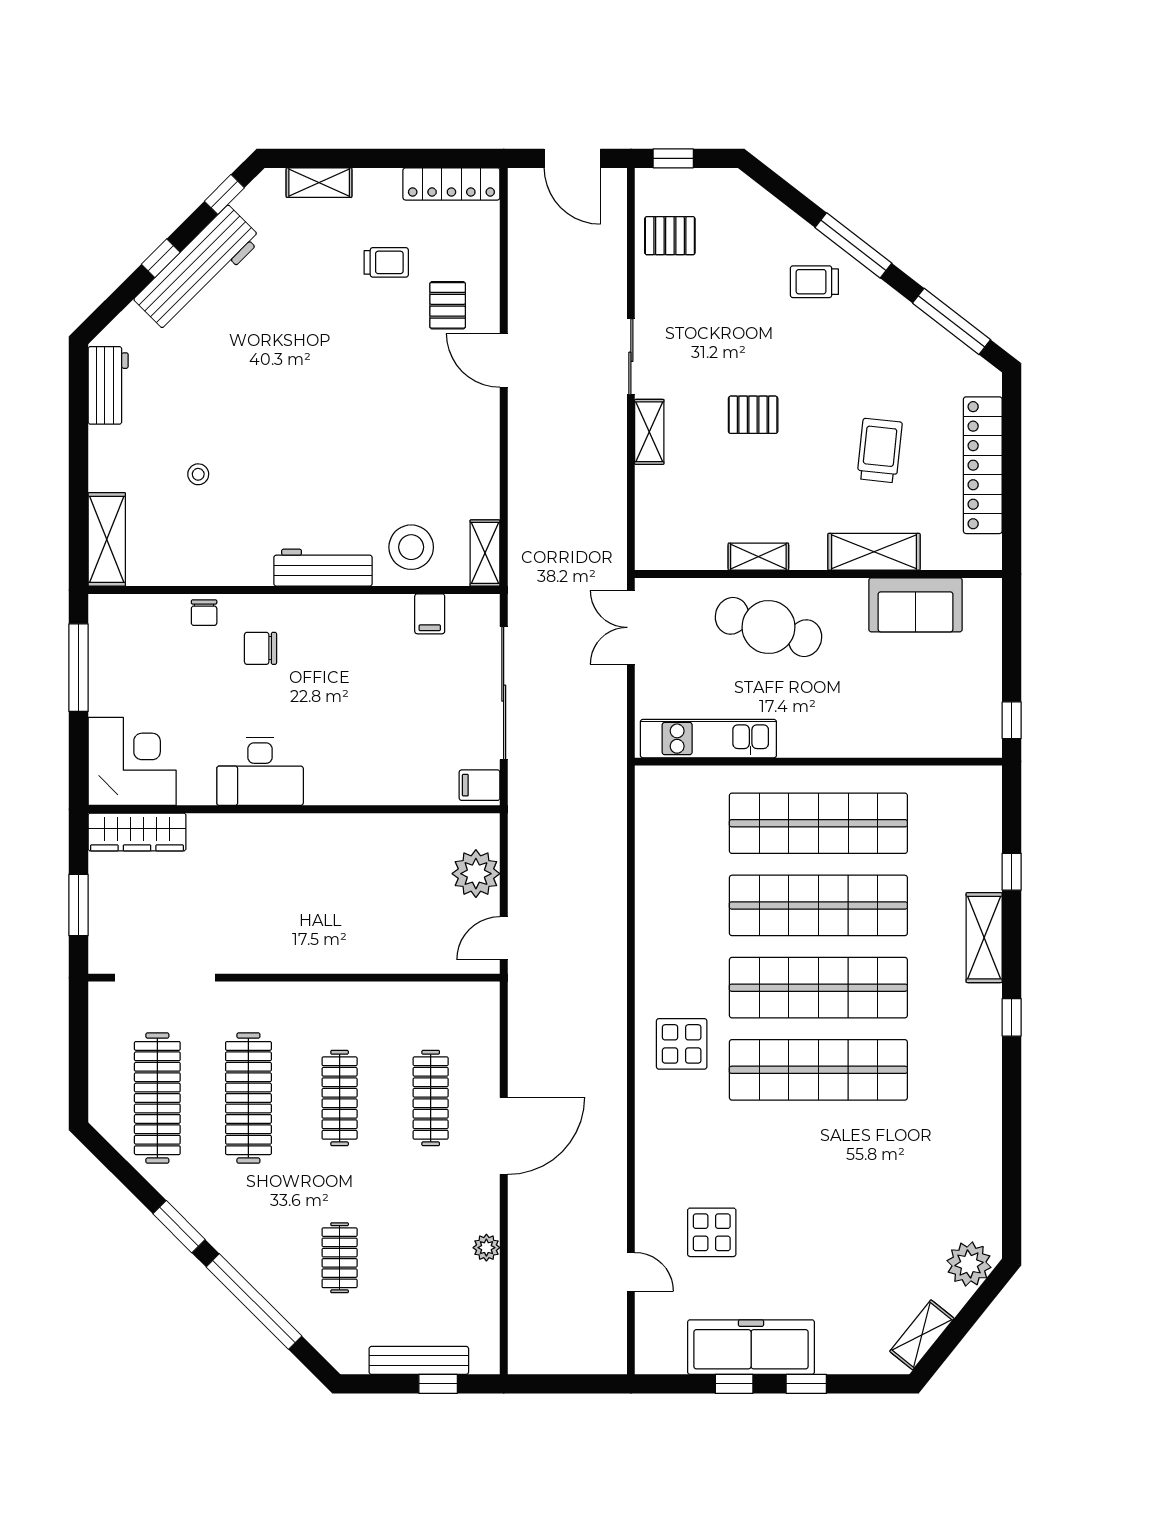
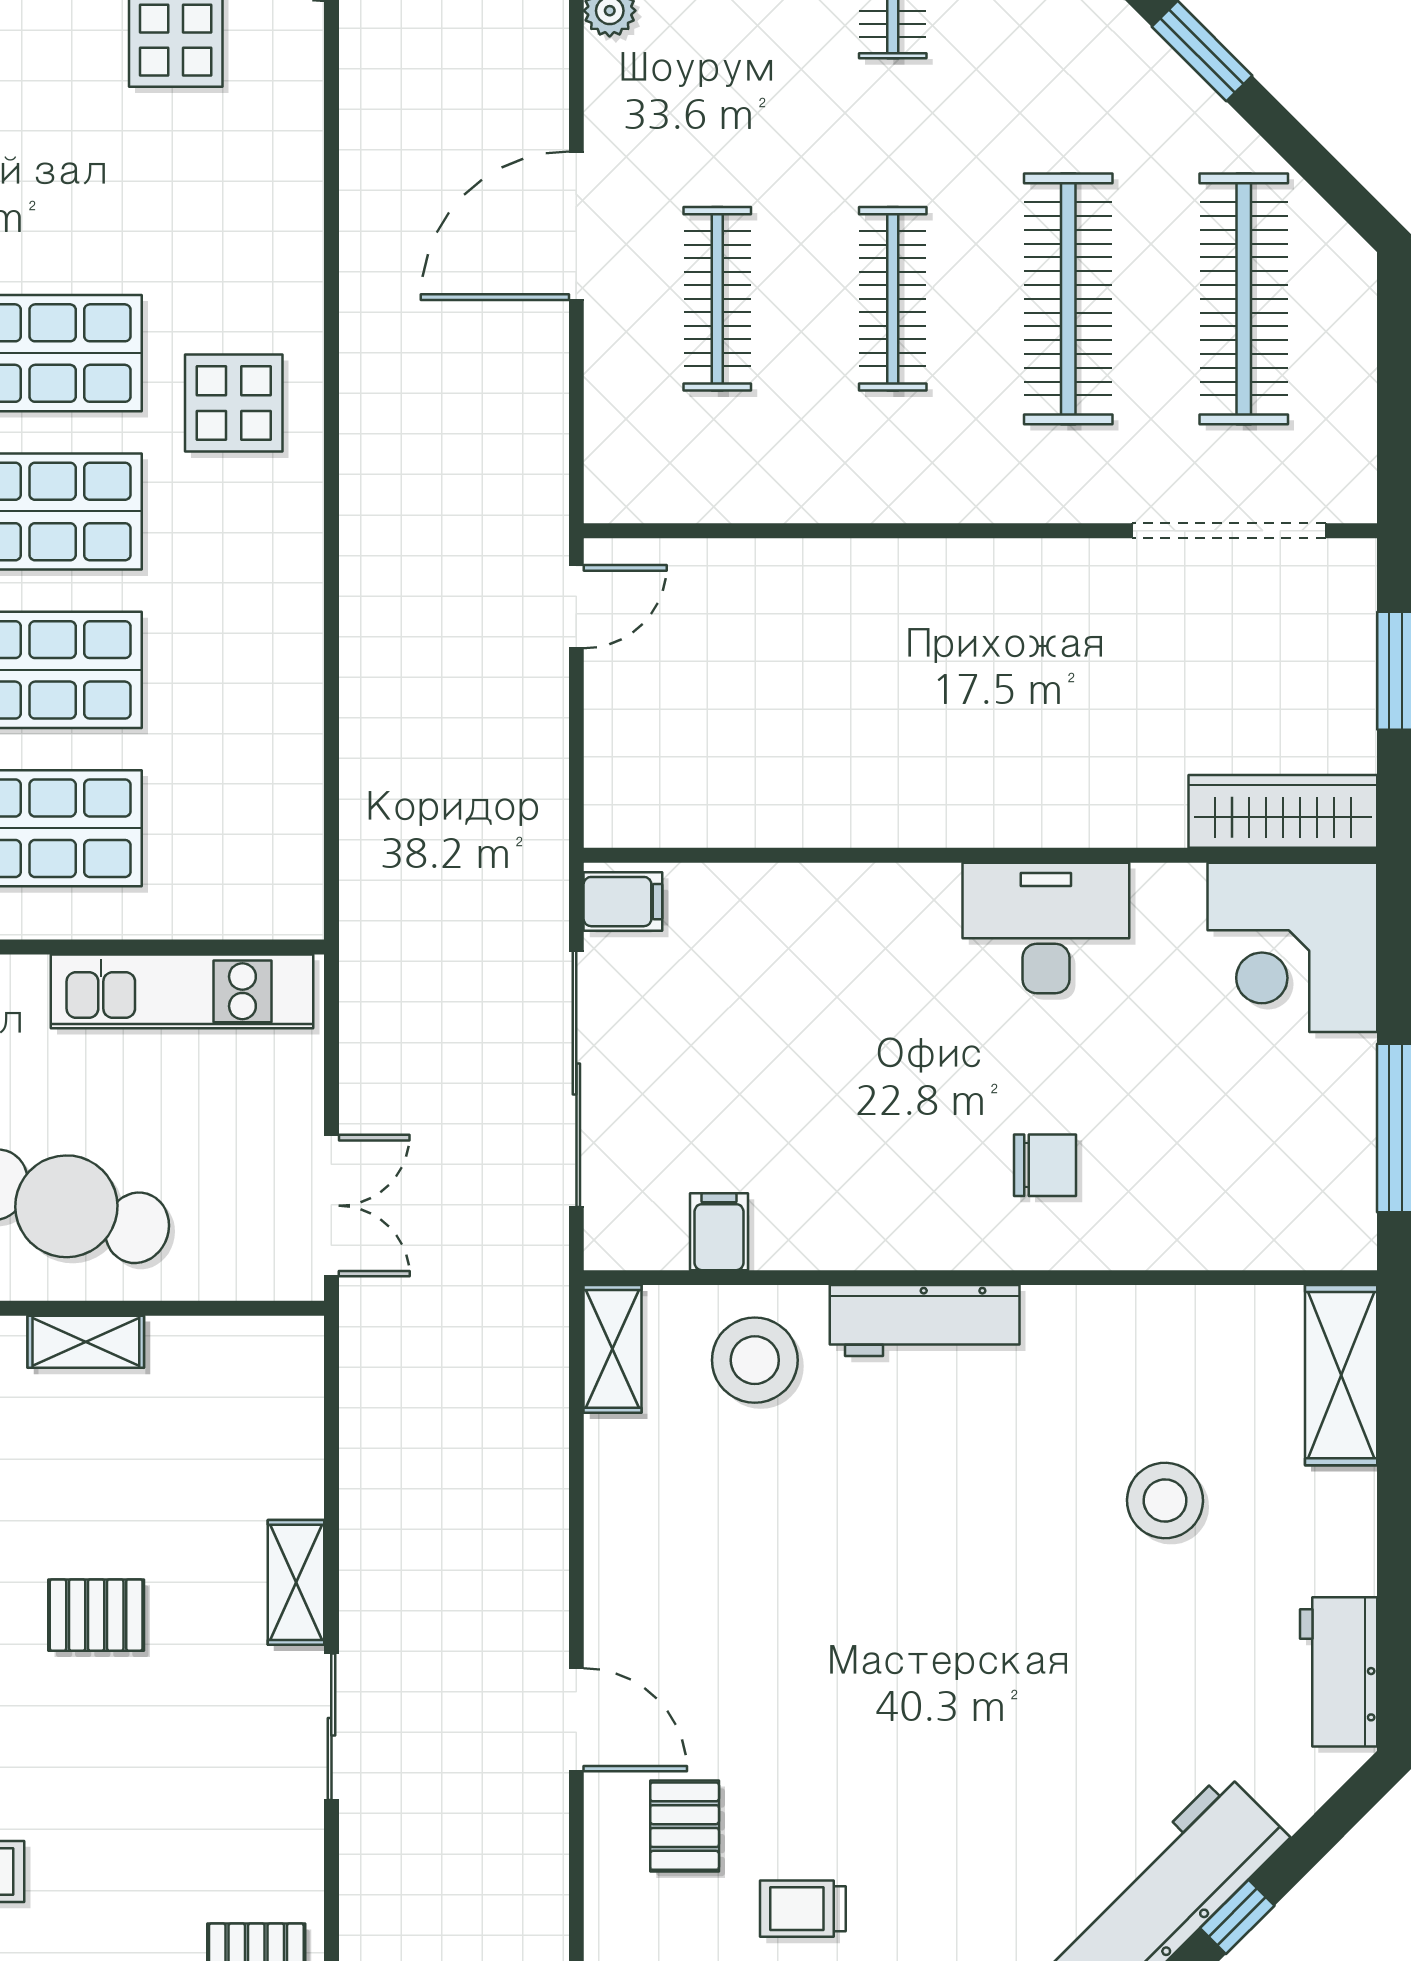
stool: (198, 474) -> (1165, 1500), width x1.89, depth x1.89
chair: (204, 613) -> (1154, 1234), removed
plant: (476, 874) -> (630, 731), removed

